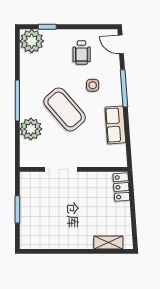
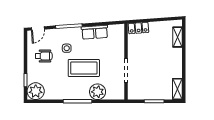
coffee table: (65, 109) -> (84, 68), turned 41
shelving: (35, 242) -> (177, 89), added

